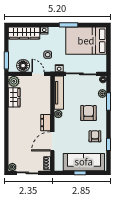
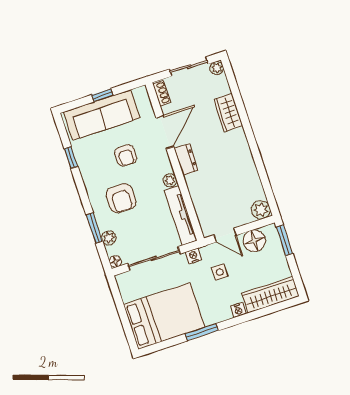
wardrobe: (14, 97) -> (228, 113), moved
armchair: (95, 136) -> (126, 155), moved

